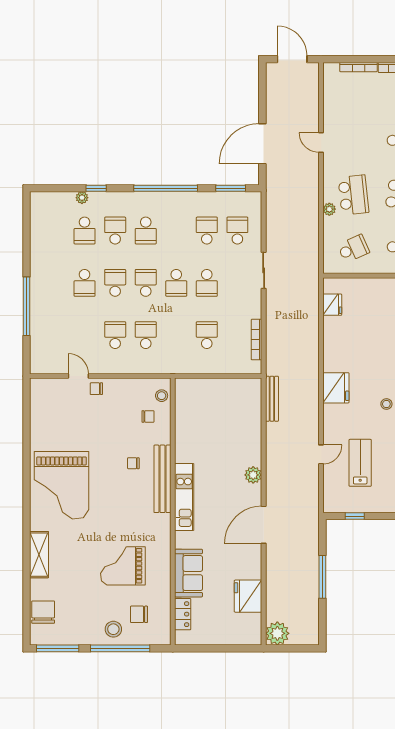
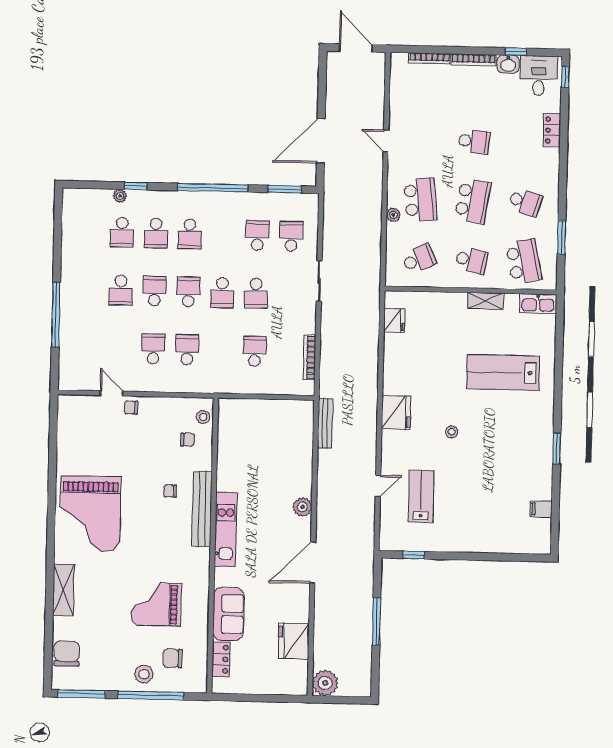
school desk: (115, 231) -> (156, 233), turned 180

